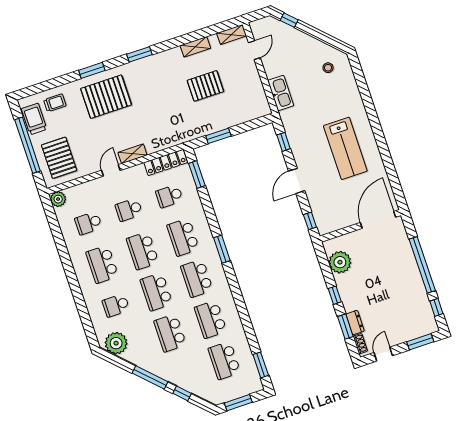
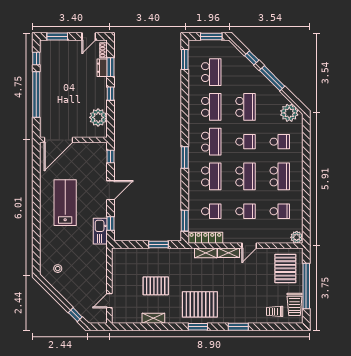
shelving: (232, 35) -> (206, 253), moved
kitchen sink: (281, 93) -> (100, 231), moved
pallet: (106, 97) -> (200, 304), moved
school desk: (156, 292) -> (245, 142), width x0.54

